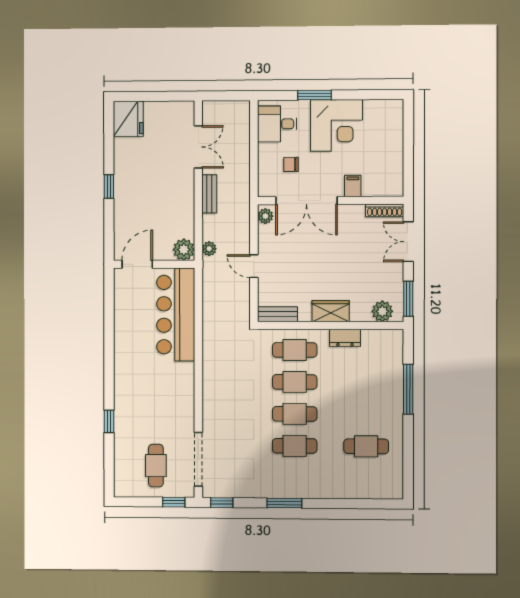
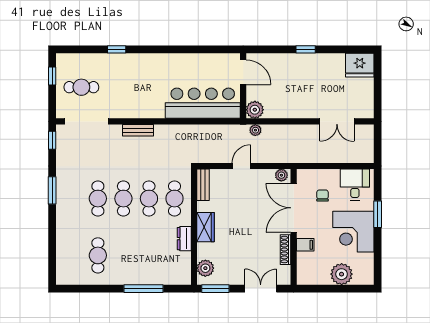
plant: (390, 140) -> (342, 274), added
bench: (209, 194) -> (138, 130), moved
shoe rack: (385, 210) -> (286, 250), moved
window: (174, 502) -> (52, 76), moved

